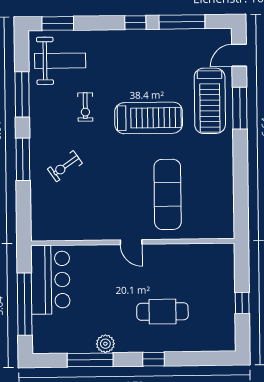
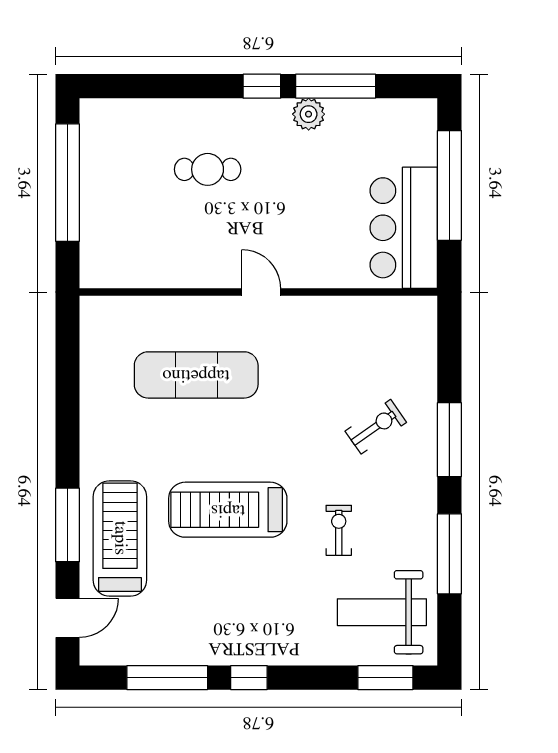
exercise mat: (168, 194) -> (196, 375), turned 90
window: (242, 303) -> (67, 183), width x3.17
cafe table: (162, 312) -> (208, 169), width x0.73, depth x0.74
window: (153, 359) -> (262, 86), moved

